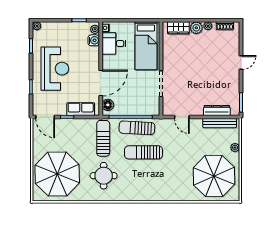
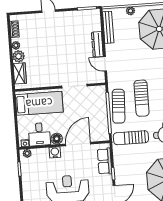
water cooler: (94, 40) -> (55, 152), moved
door: (101, 83) -> (78, 144), hinge flipped
floor lamp: (108, 105) -> (57, 139), moved
dresser: (217, 111) -> (97, 44), moved
door: (182, 117) -> (105, 64), swing flipped

